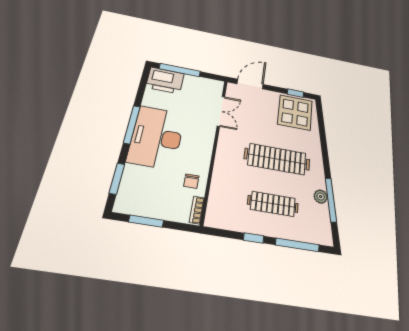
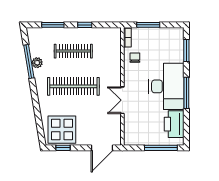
printer: (165, 80) -> (174, 124), moved, turned -90
double door: (221, 111) -> (122, 100), moved
window: (146, 221) -> (148, 25), moved
window: (297, 245) -> (53, 25), width x0.69

